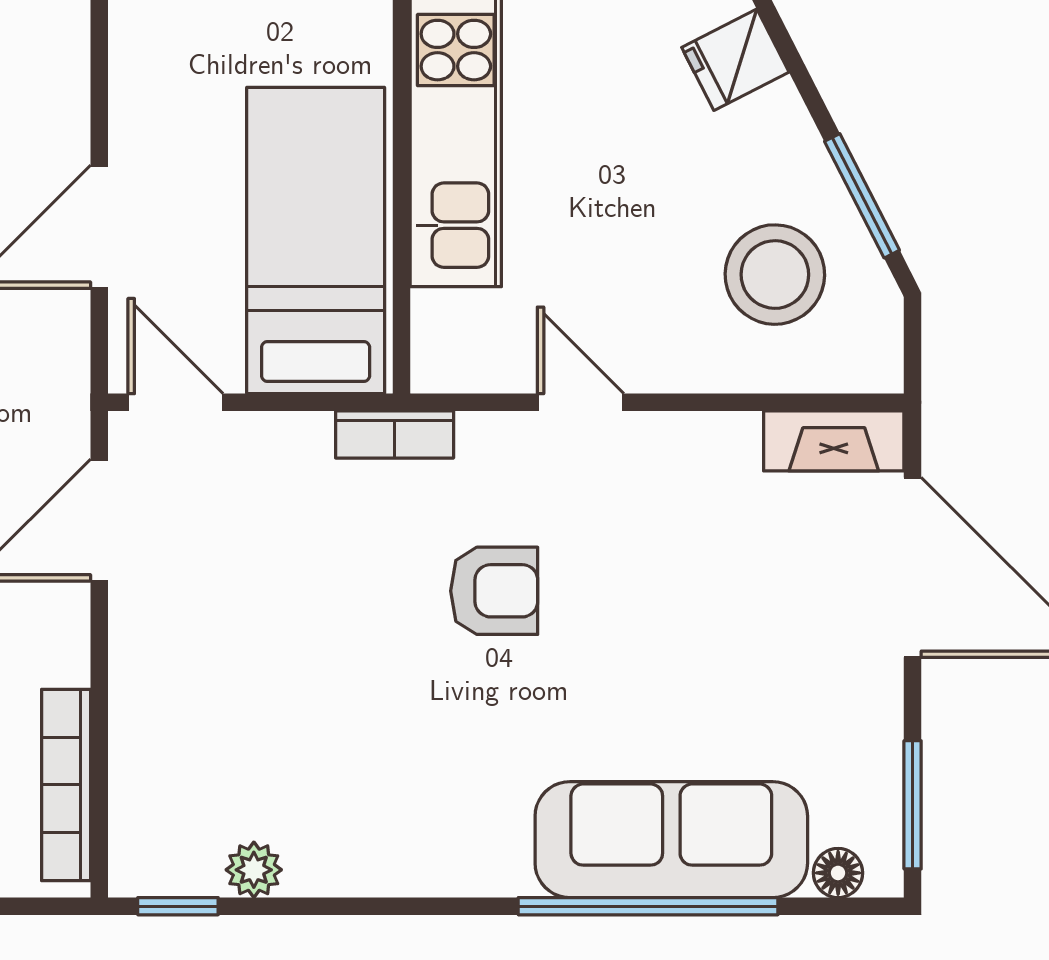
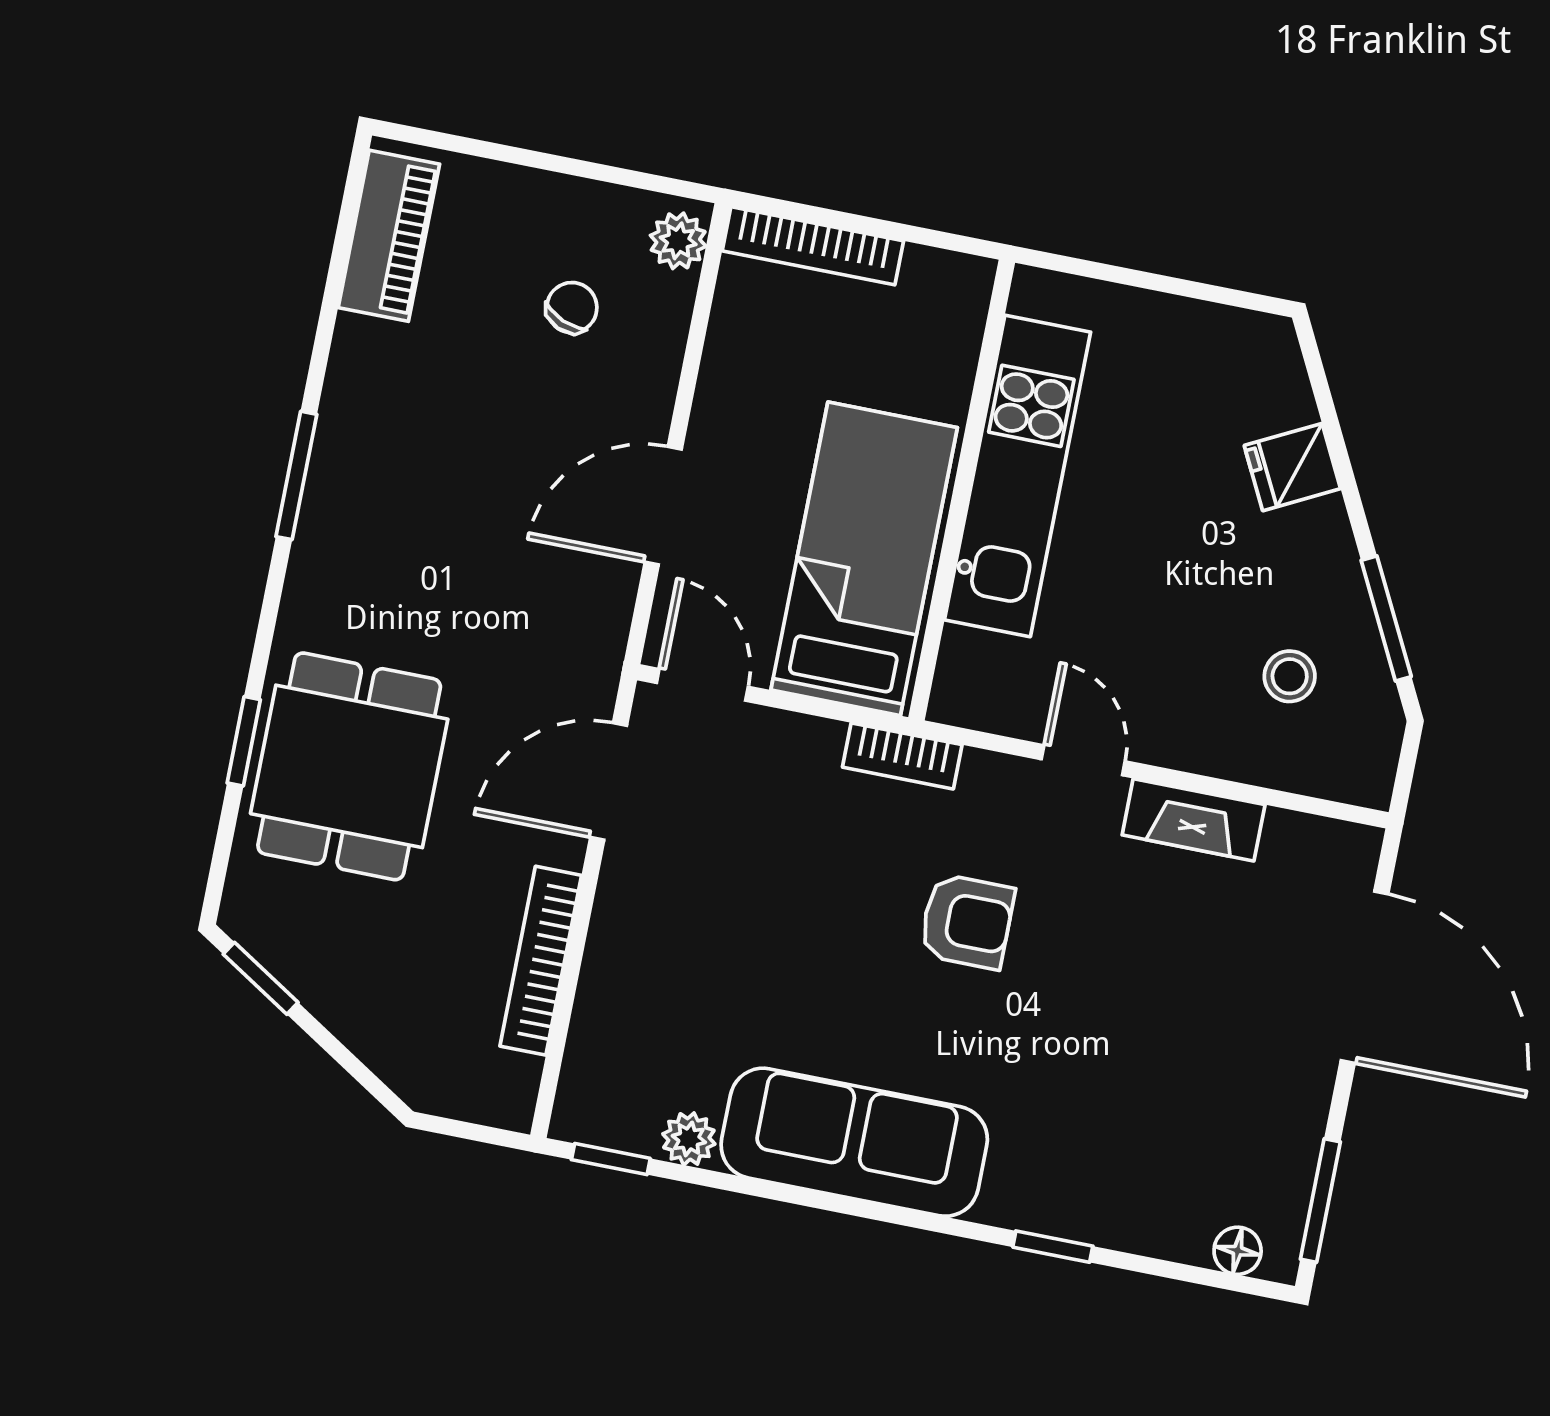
stool: (775, 275) -> (1290, 676), width x0.53, depth x0.53
fireplace: (834, 441) -> (1194, 820), moved
bookcase: (66, 785) -> (541, 961), moved
sofa: (671, 840) -> (854, 1142), moved
window: (648, 906) -> (1053, 1247), width x0.32

